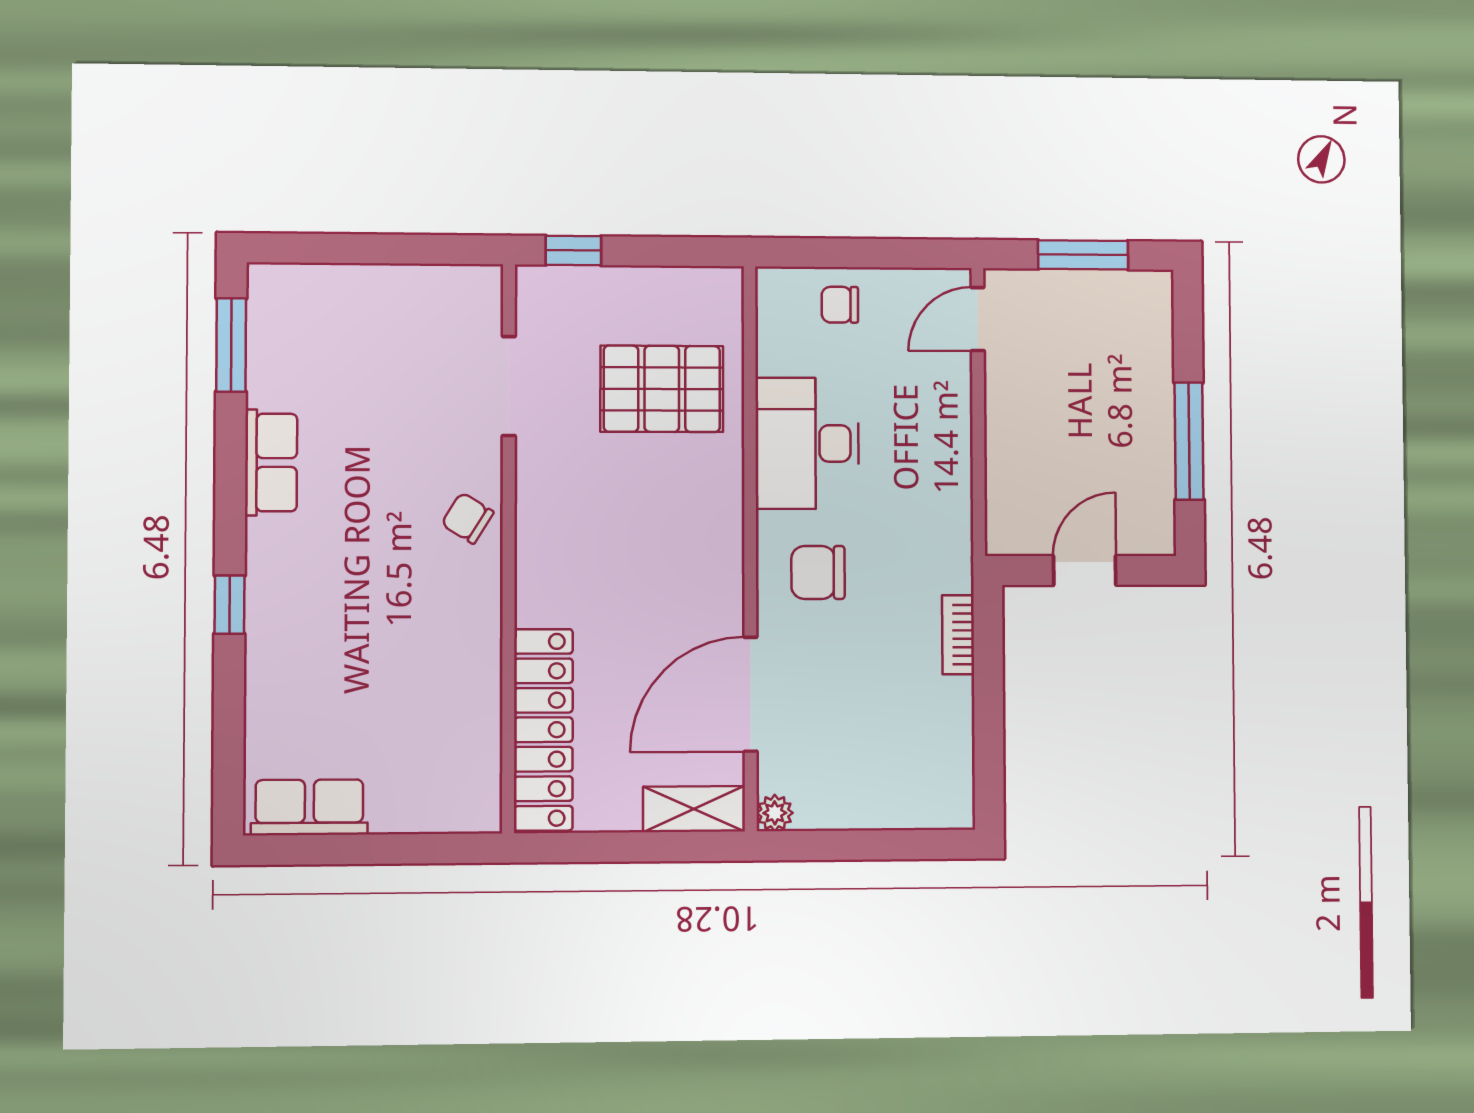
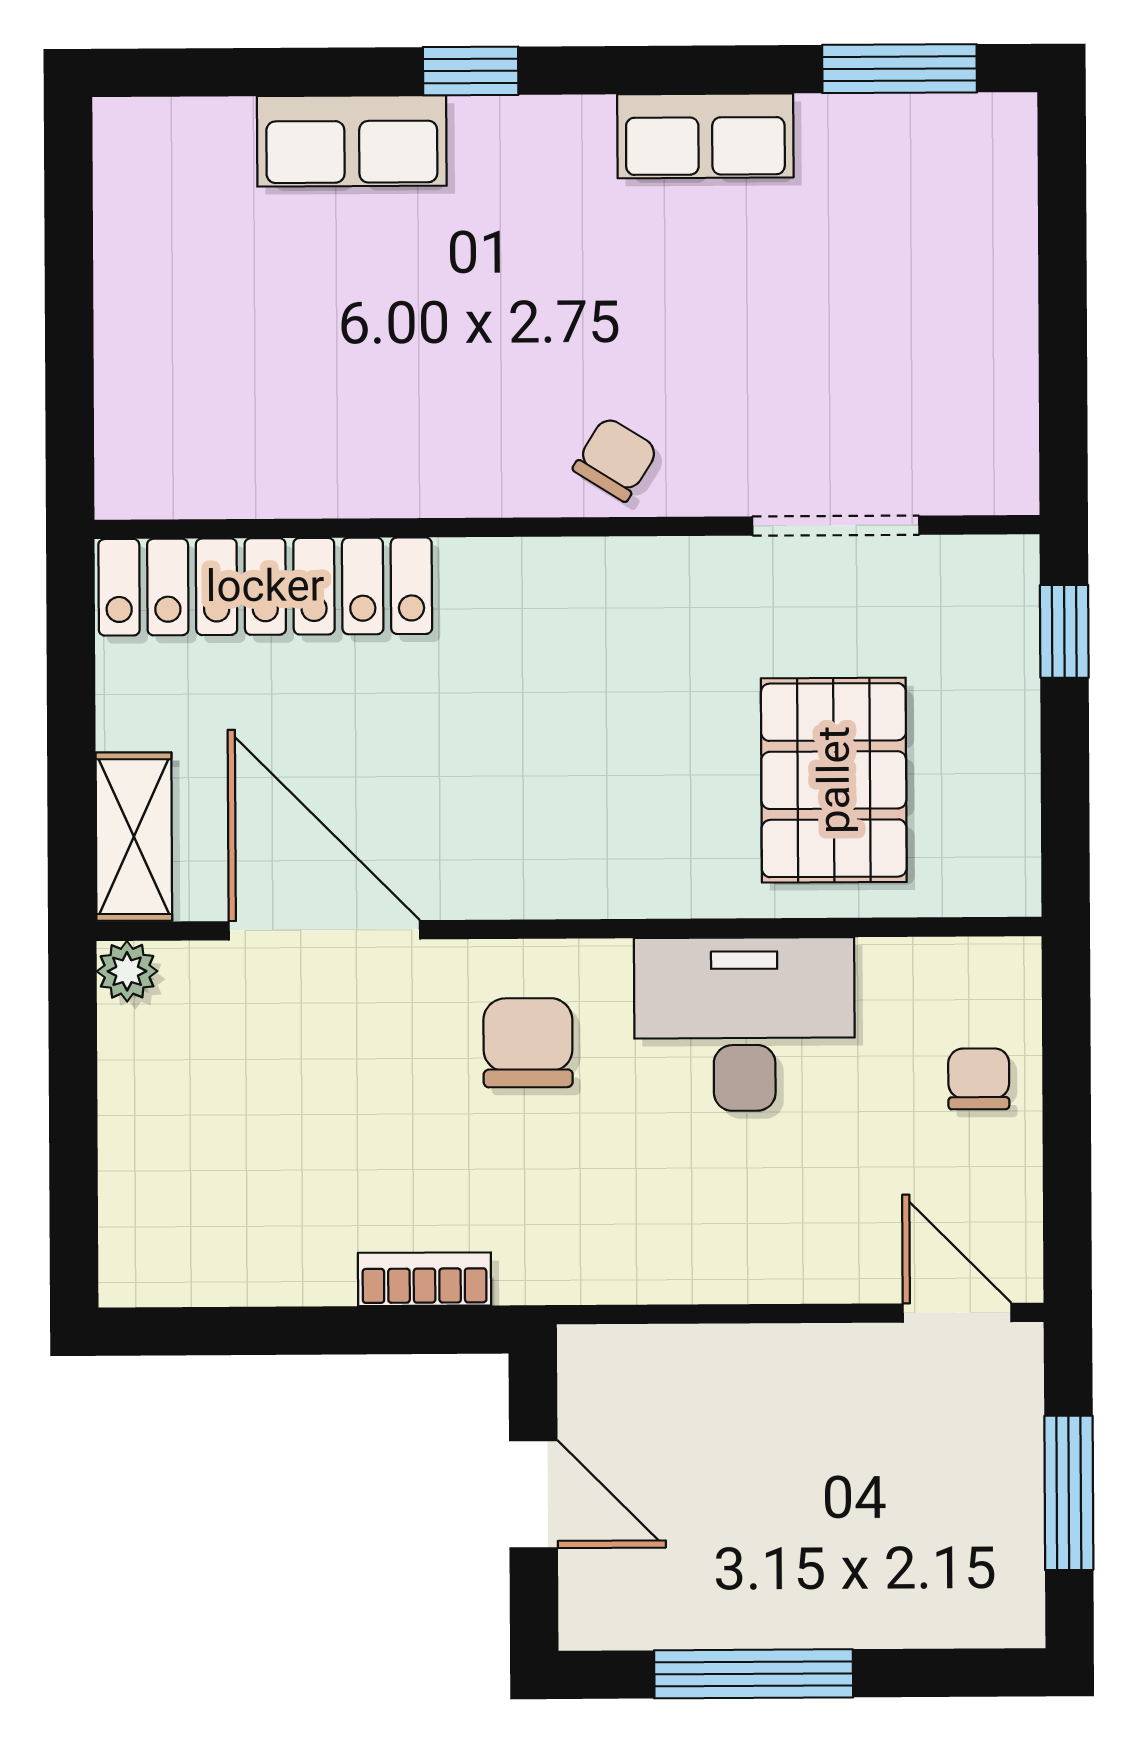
row of seats: (309, 807) -> (352, 141), moved, turned 90

